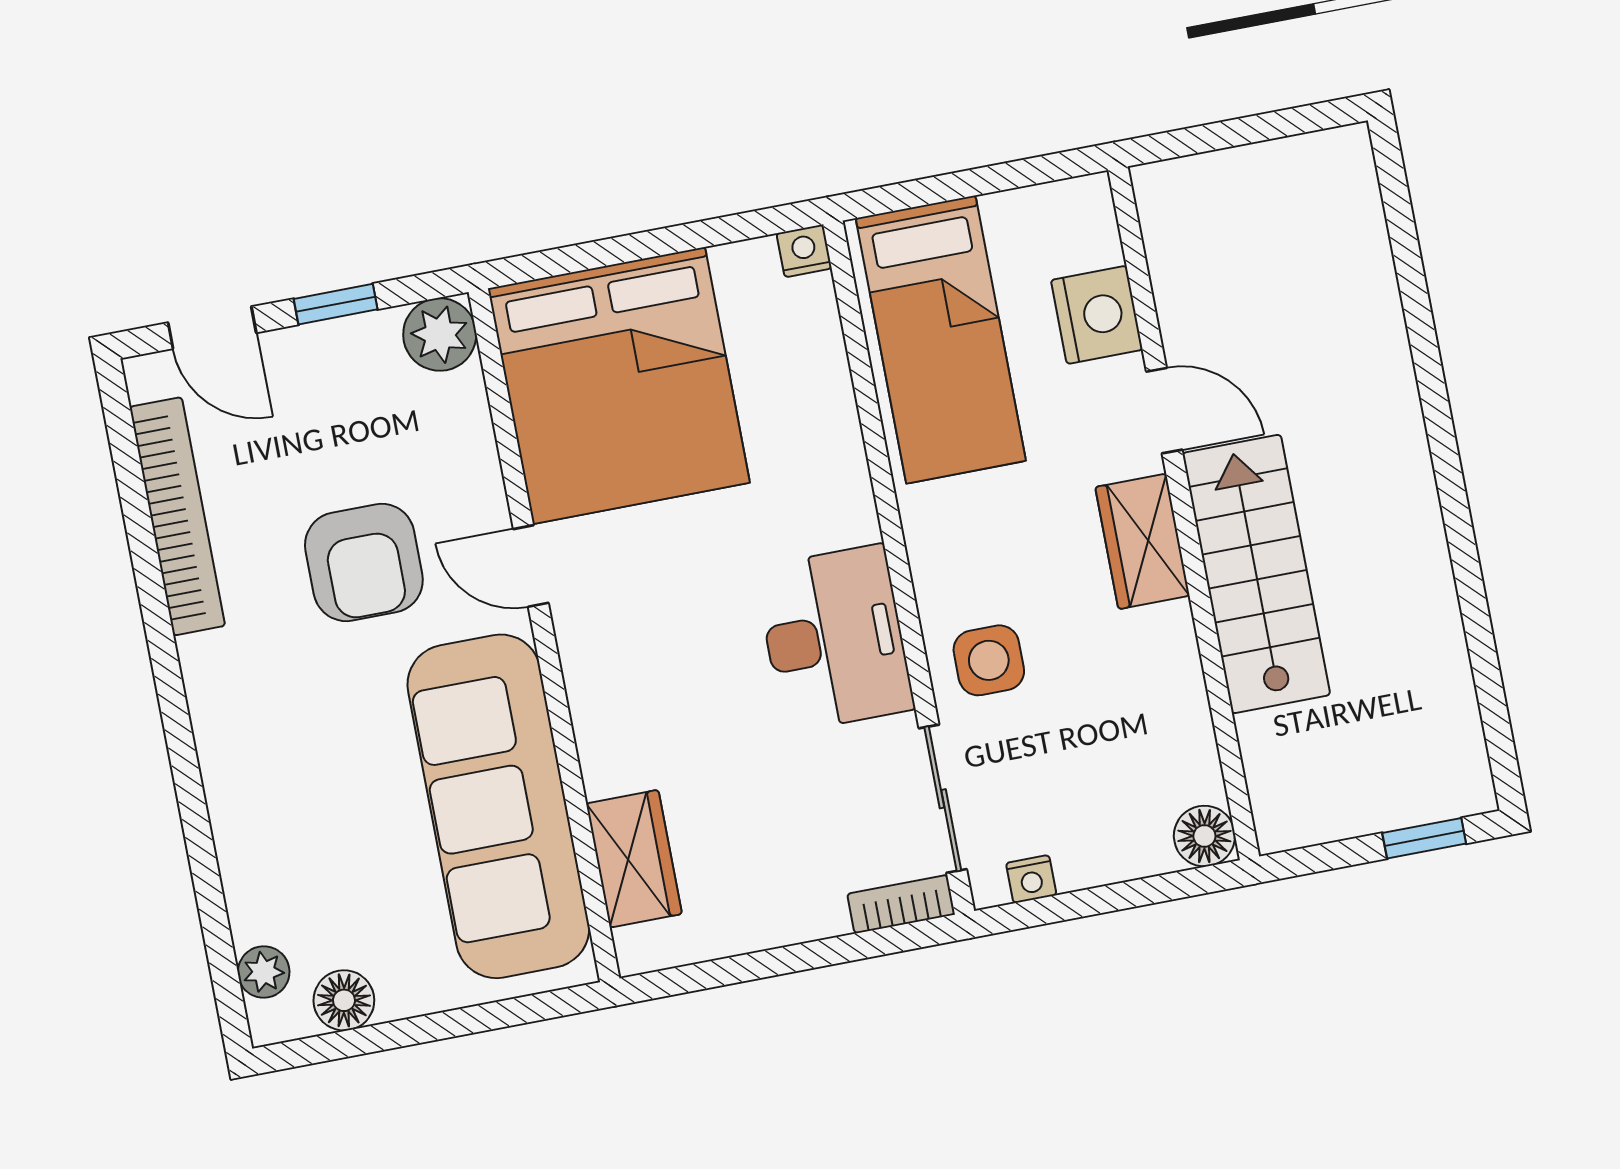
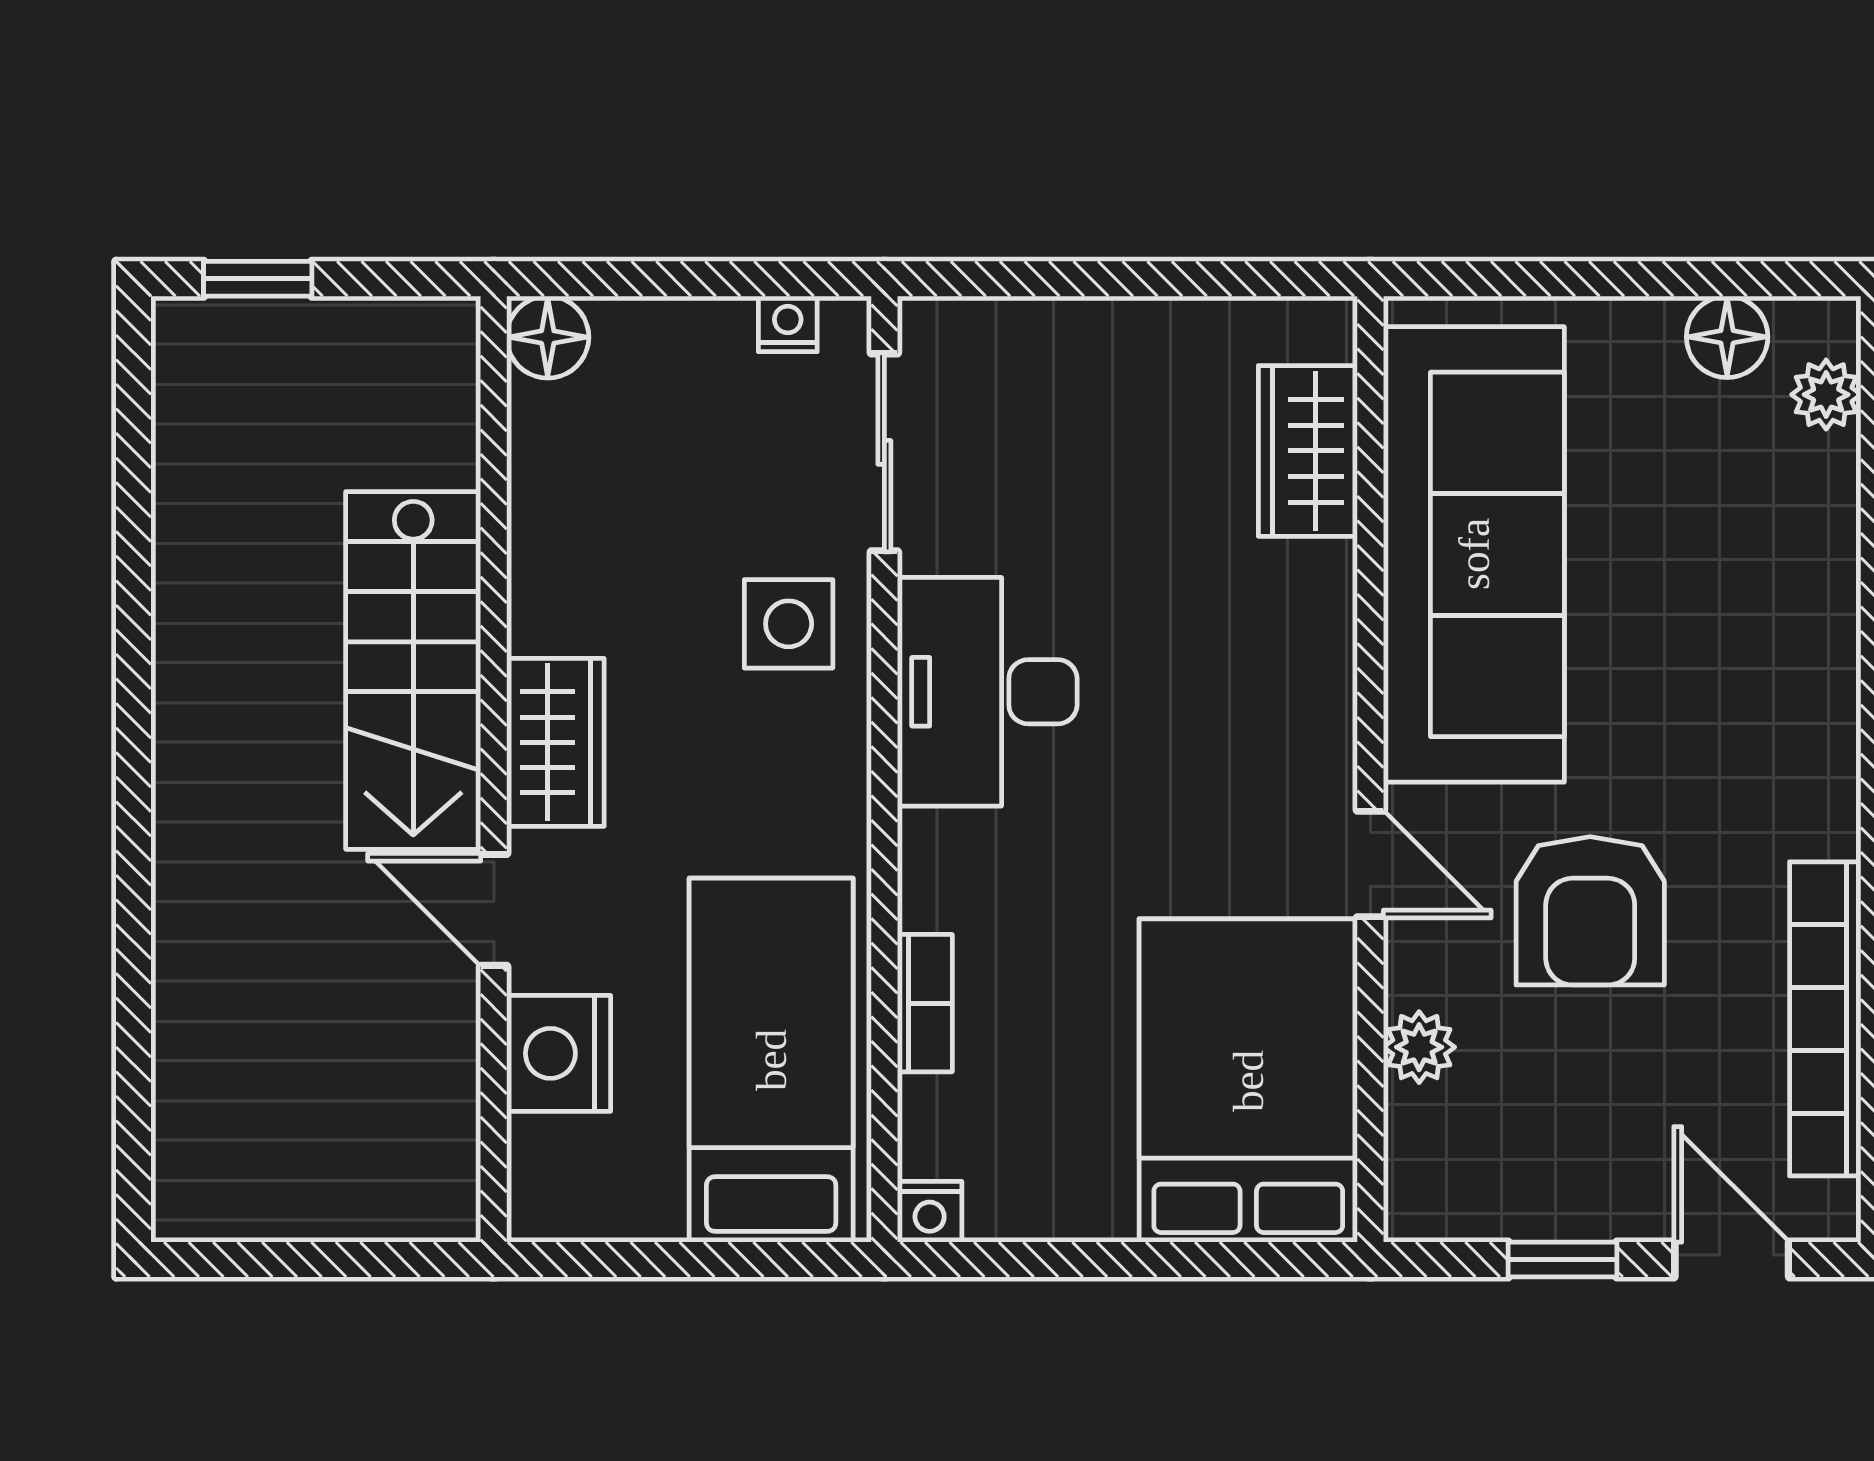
plant: (440, 334) -> (1419, 1047), moved, width x0.73, depth x0.73
bed: (619, 386) -> (1248, 1081), width x0.73
armchair: (364, 562) -> (1590, 911), turned 180
bookcase: (901, 904) -> (925, 1003), moved, turned -90

